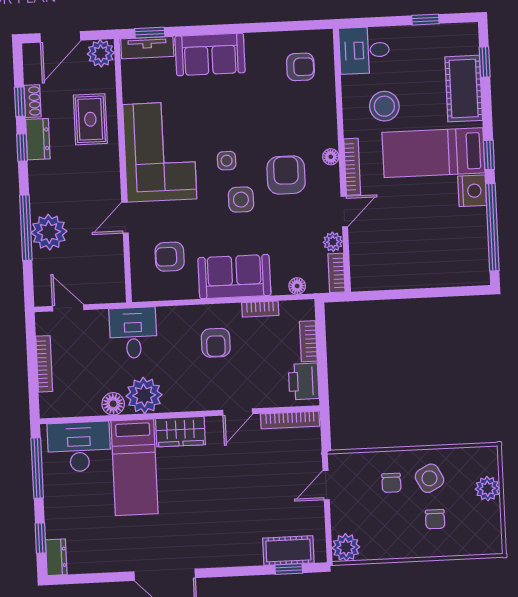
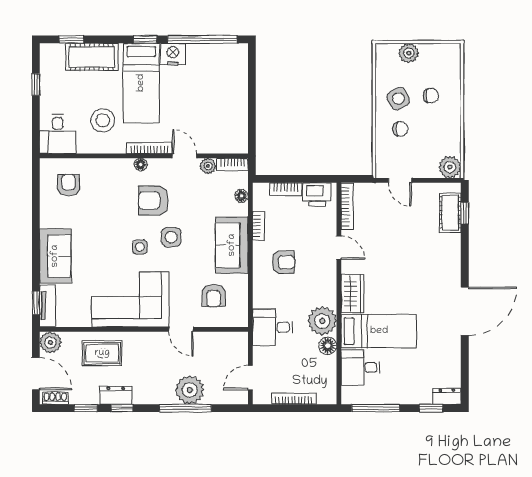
shoe rack: (32, 101) -> (55, 398), moved
desk: (79, 447) -> (360, 368), width x0.73

